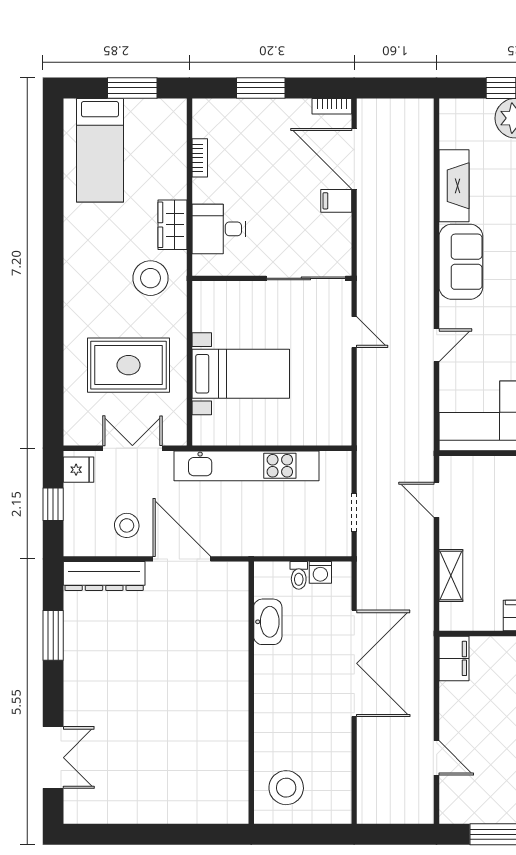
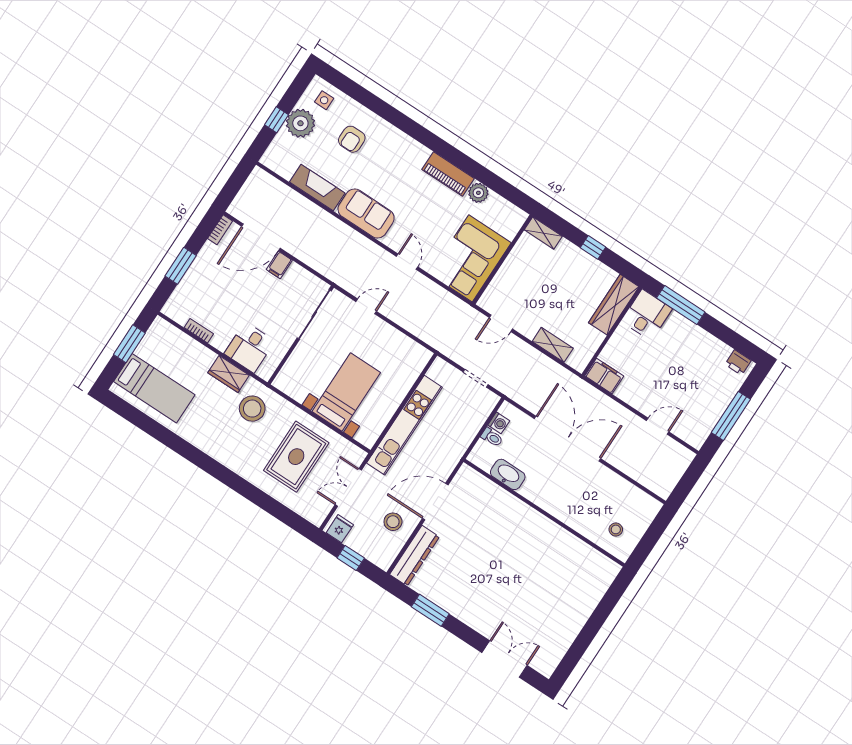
stool: (286, 788) -> (616, 529), width x0.53, depth x0.53

